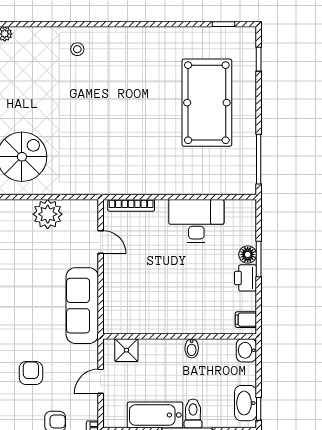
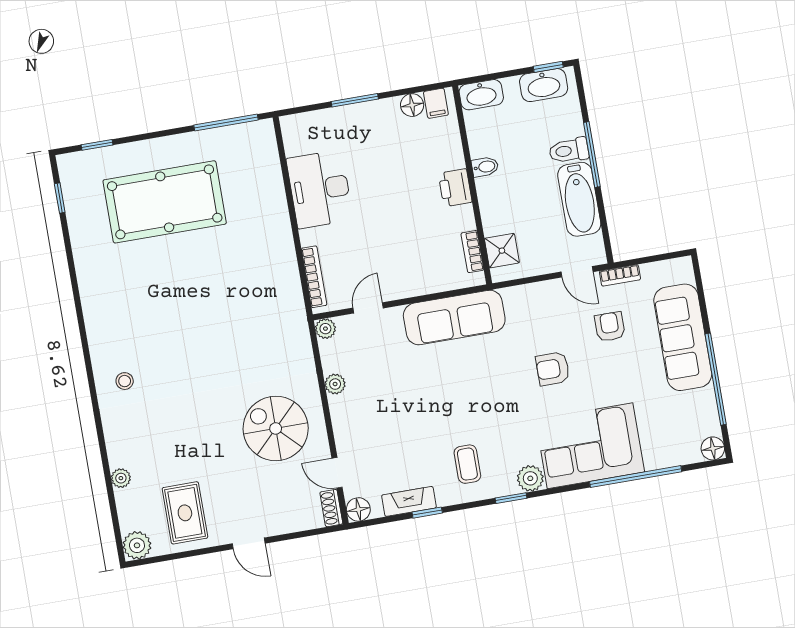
plant: (91, 207) -> (325, 329), added
plant: (48, 214) -> (335, 384), width x0.53, depth x0.53
floor lamp: (248, 254) -> (412, 105), moved
printer: (245, 278) -> (455, 188), moved, turned 90
bookcase: (130, 328) -> (472, 252), added
washbasin: (246, 350) -> (481, 95), width x1.38
door: (101, 381) -> (577, 272), moved

